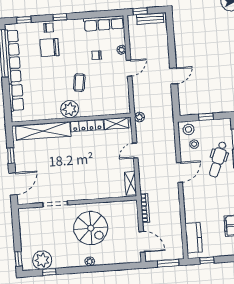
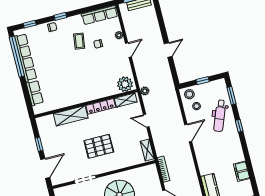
chair: (49, 48) -> (56, 44), removed
coffee table: (79, 83) -> (79, 41), moved
plant: (70, 109) -> (125, 84), moved
shelving: (43, 131) -> (71, 116), width x0.68
door: (135, 151) -> (146, 121), hinge flipped
pallet: (77, 170) -> (99, 146), added

